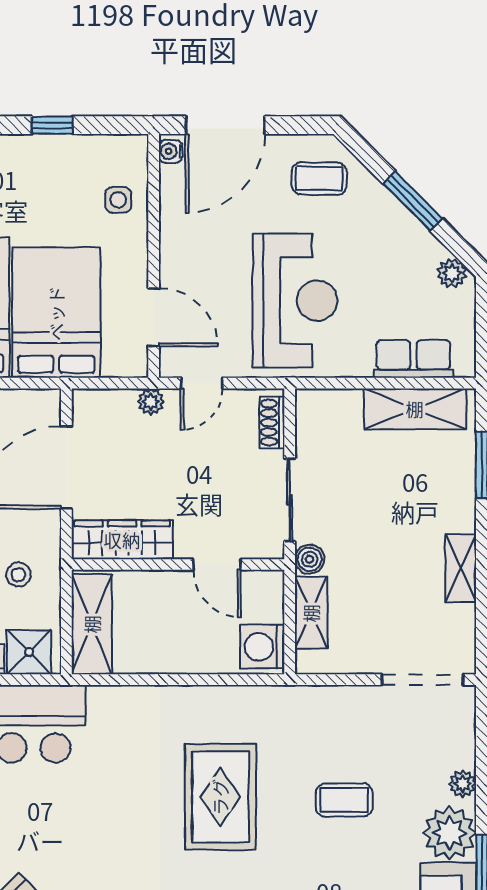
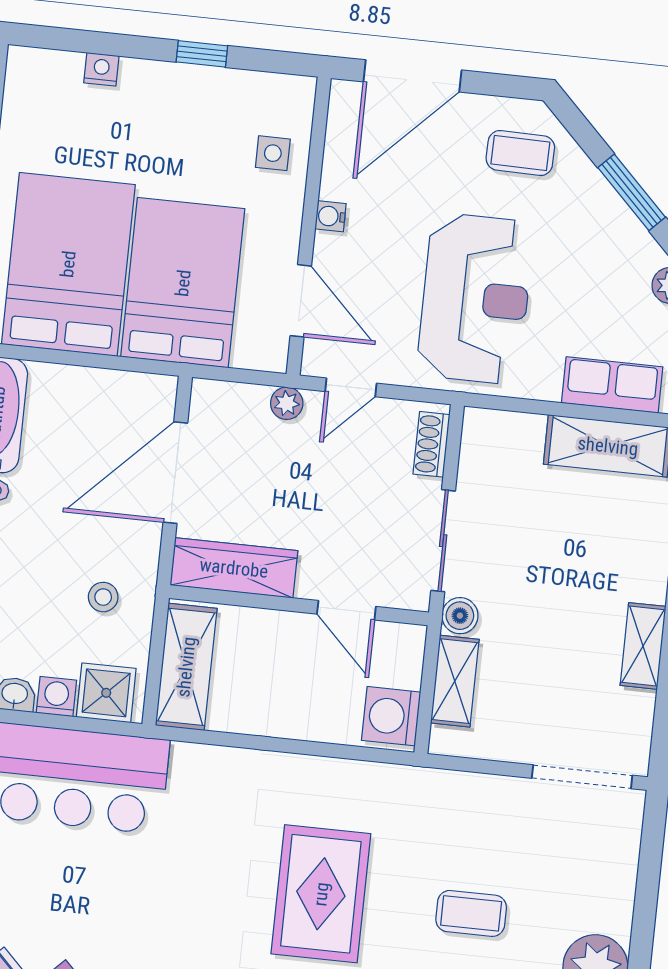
water cooler: (170, 151) -> (331, 216), moved
plant: (463, 784) -> (618, 909), removed

